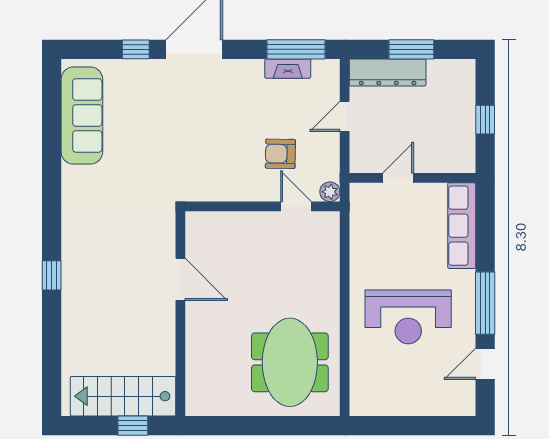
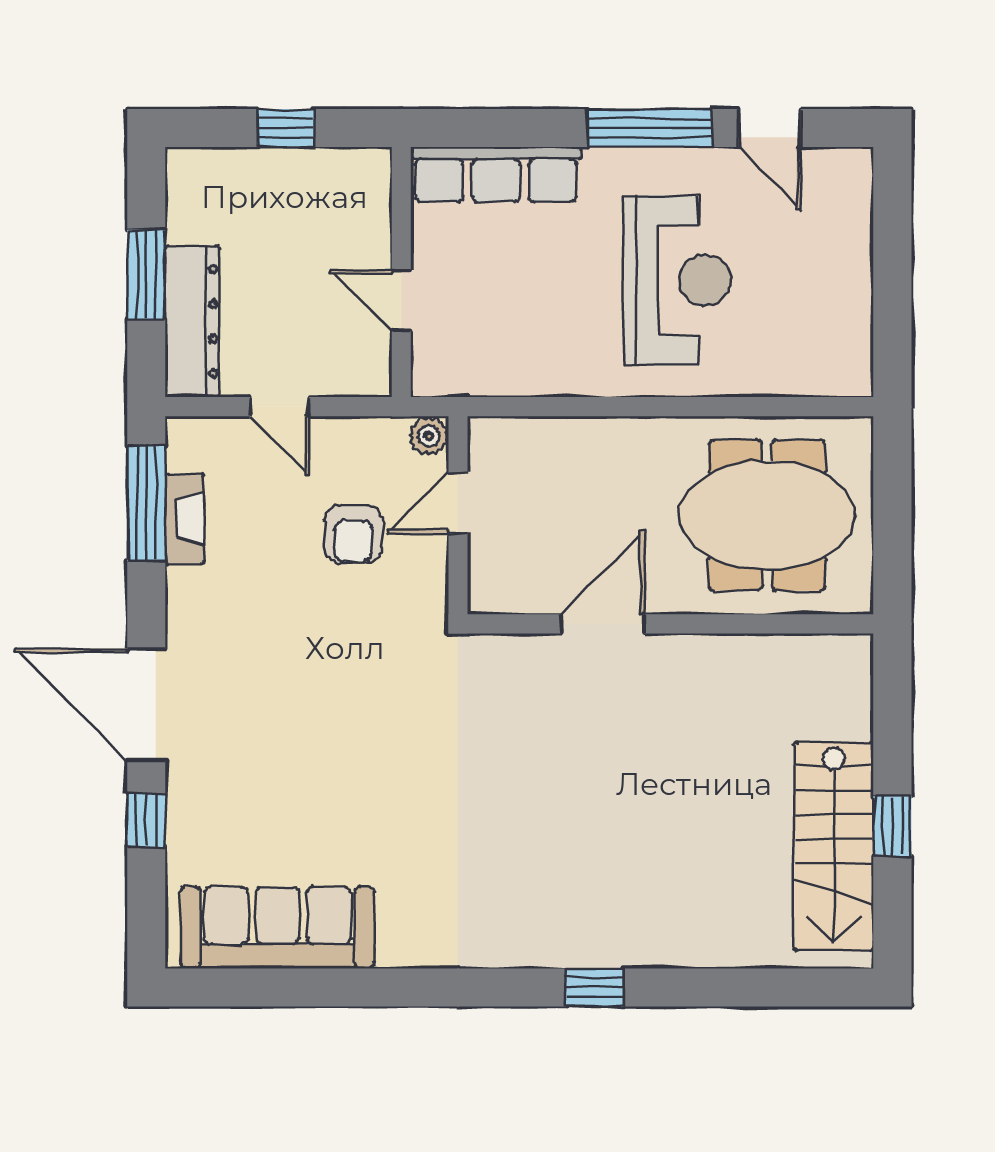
door: (180, 279) -> (603, 624), moved
wall: (180, 314) -> (670, 624), moved

